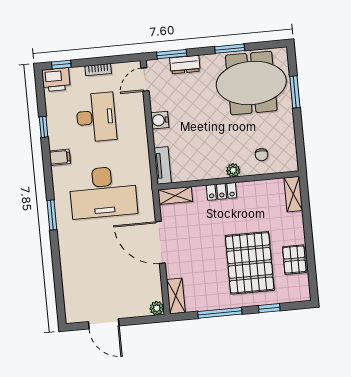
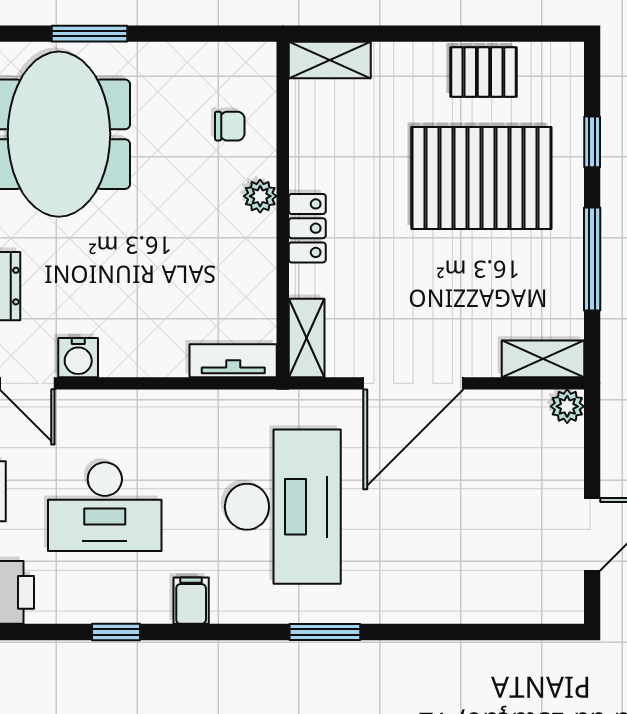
desk: (96, 117) -> (105, 507), turned 180
water cooler: (160, 120) -> (78, 358), moved

